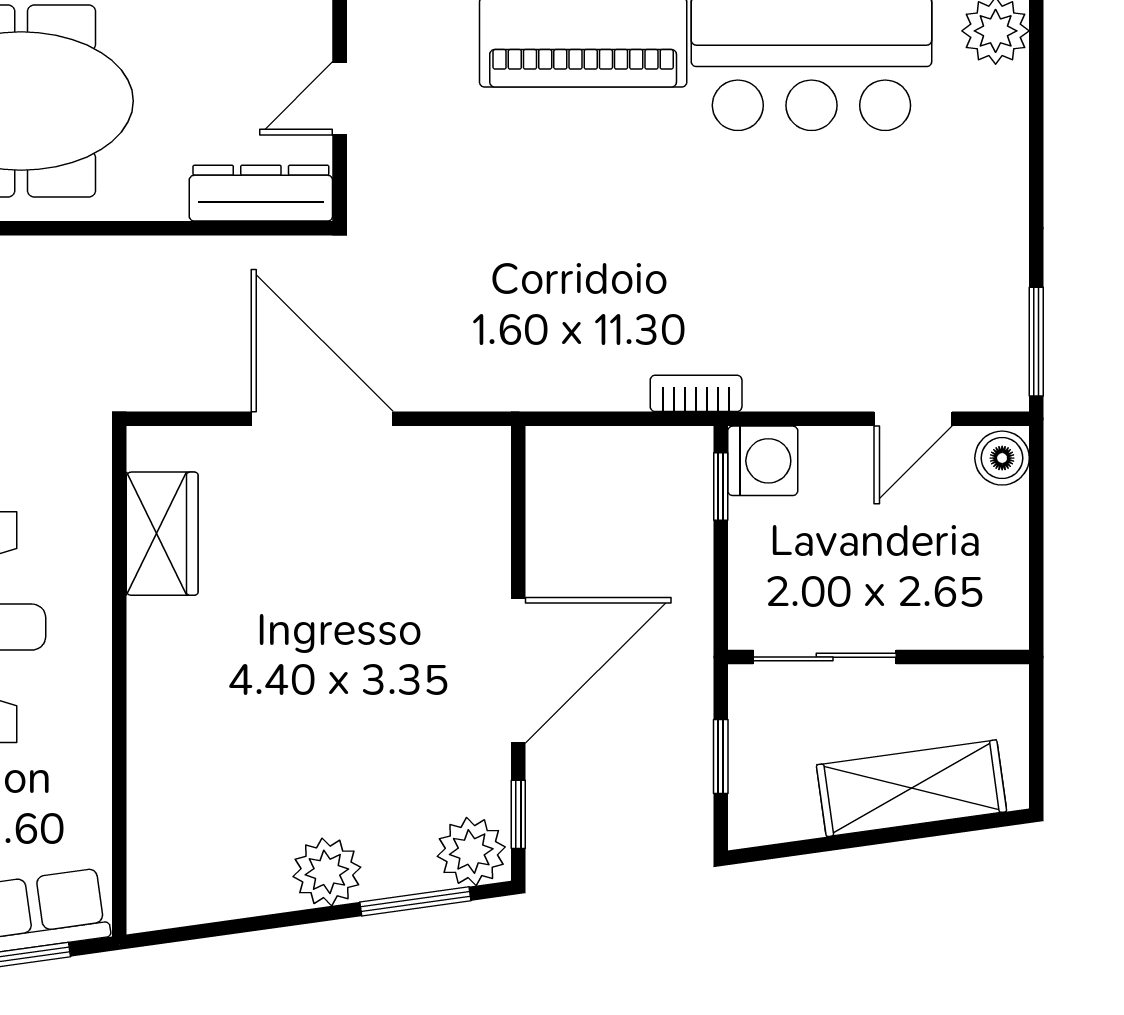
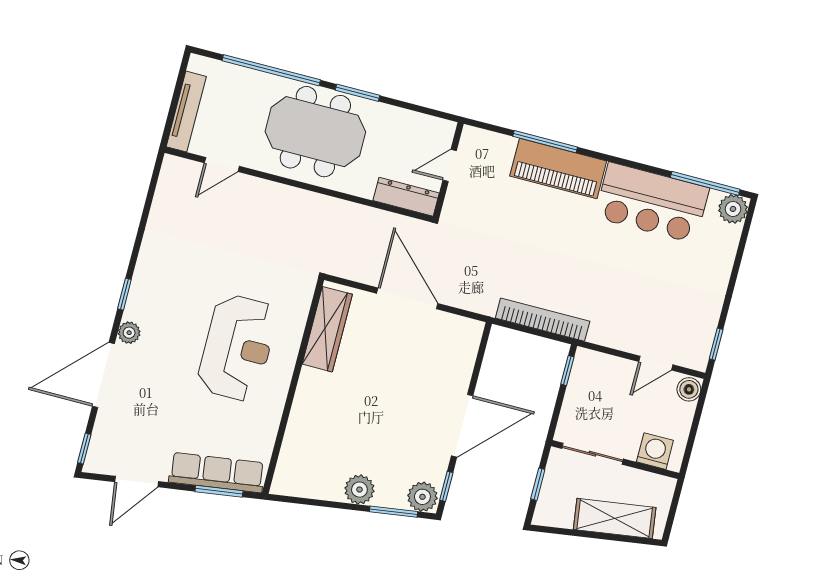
window: (1036, 342) -> (716, 344), width x0.67
bookcase: (696, 393) -> (543, 320), width x2.31, depth x1.31
washing machine: (763, 461) -> (655, 451), moved, turned -90
wardrobe: (162, 534) -> (327, 329), width x1.50

